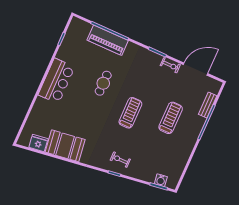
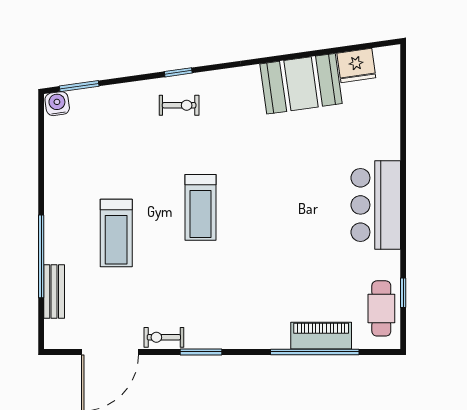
piano: (108, 40) -> (321, 336), width x0.73, depth x0.75
cafe table: (103, 83) -> (381, 308), moved
water cooler: (161, 180) -> (57, 104), moved

